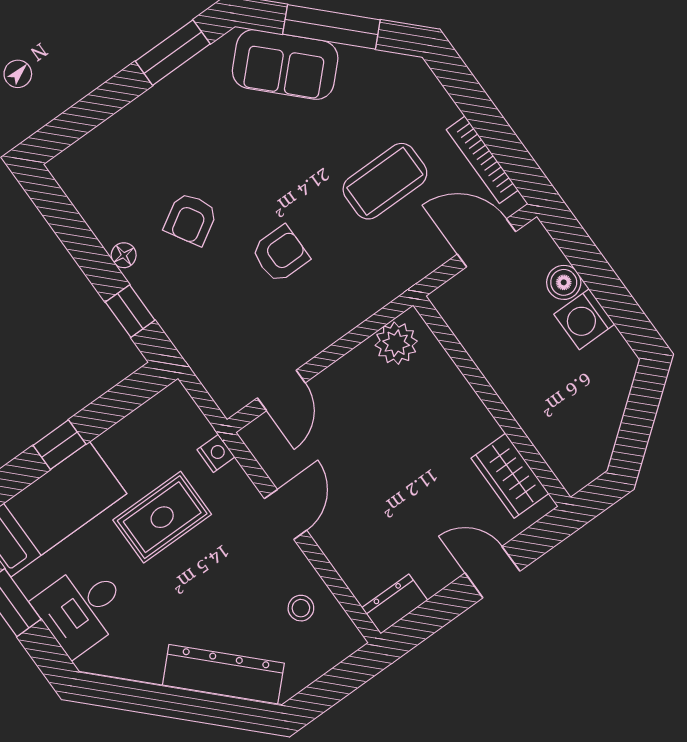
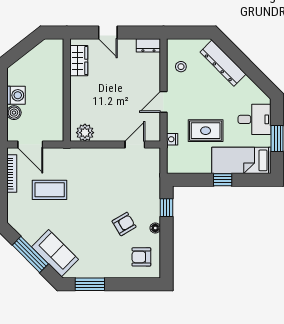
armchair: (280, 254) -> (141, 257), moved

